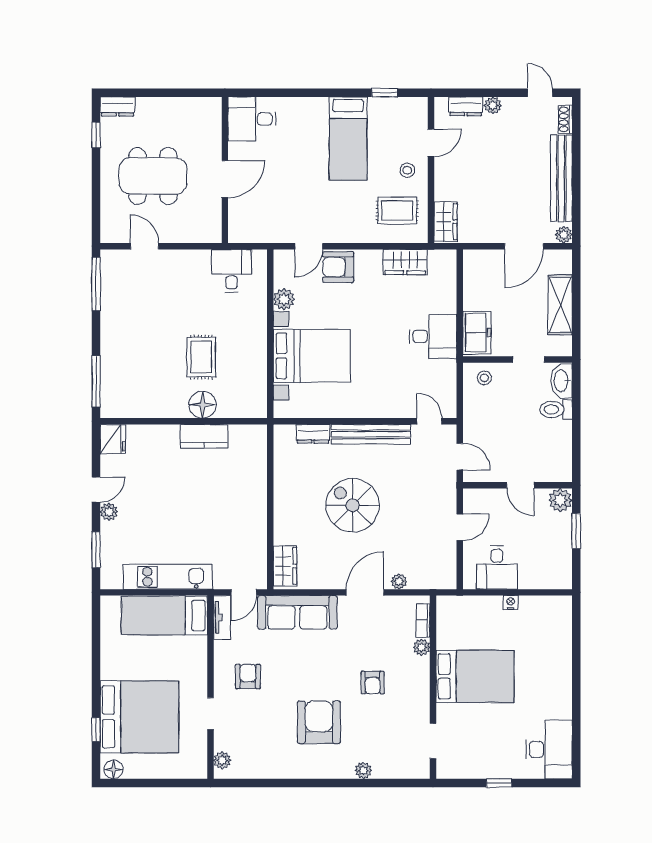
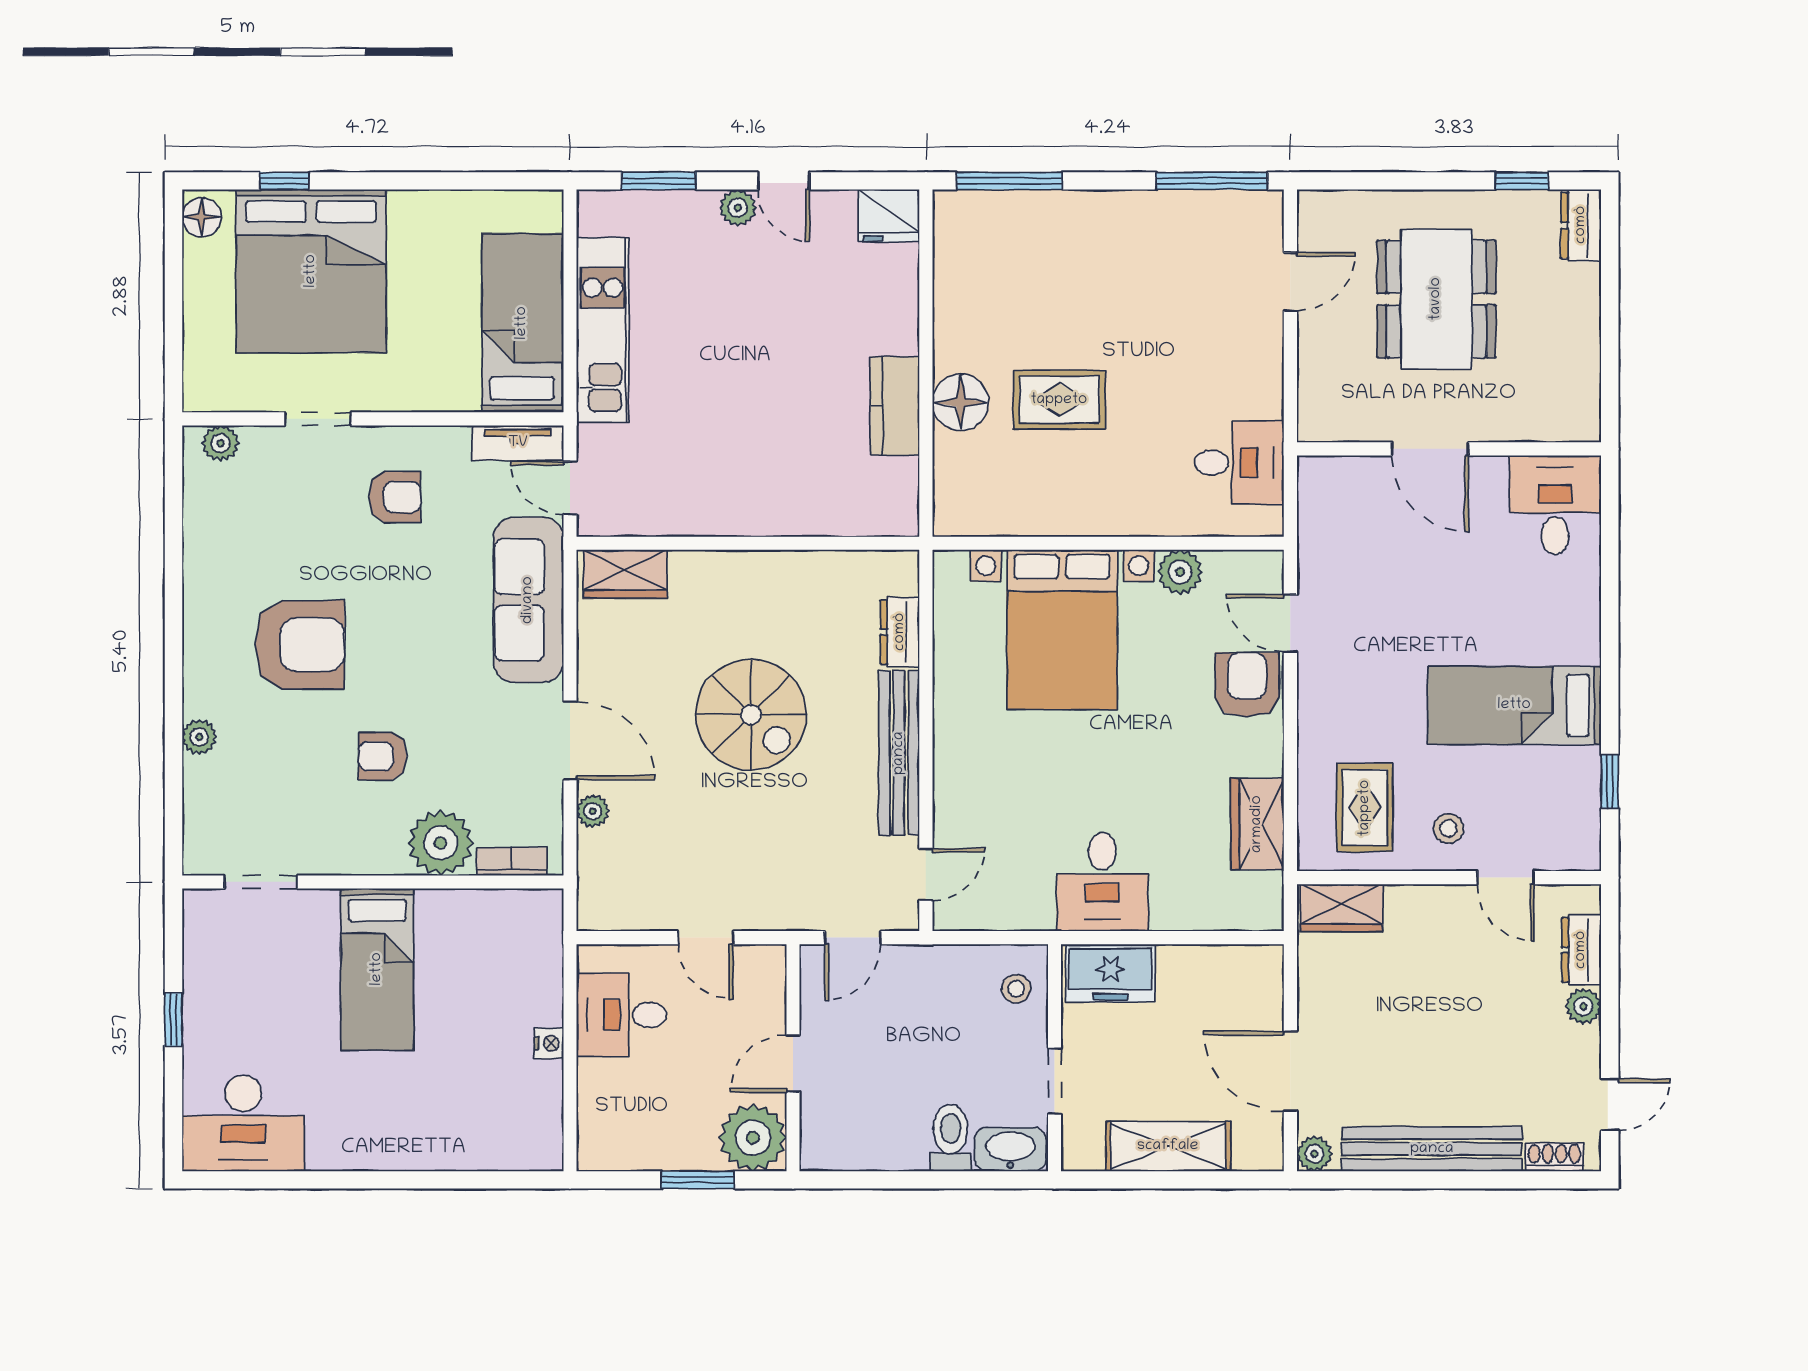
plant: (560, 500) -> (753, 1138), width x1.36, depth x1.36
spiral stairs: (353, 505) -> (751, 715), turned 90
plant: (422, 647) -> (440, 843), width x1.88, depth x1.88
bed: (475, 676) -> (377, 969), width x0.67

